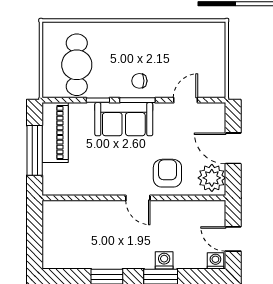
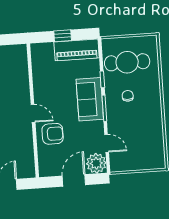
chair: (139, 81) -> (128, 96), moved
window: (35, 150) -> (63, 36), width x0.46
plant: (212, 178) -> (96, 163), moved
door: (138, 198) -> (33, 113), swing flipped

